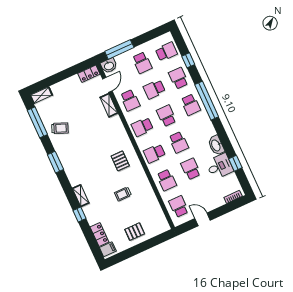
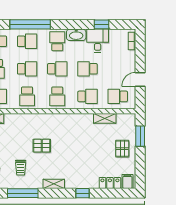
school desk: (166, 116) -> (27, 69), turned 180
school desk: (203, 131) -> (57, 41), added
pallet: (120, 161) -> (42, 146), moved
window: (55, 162) -> (23, 193), width x1.44
trolley: (123, 194) -> (21, 168), moved
shelving: (81, 196) -> (54, 184), moved
shelving: (154, 204) -> (105, 118), added
window: (153, 242) -> (140, 136), added

